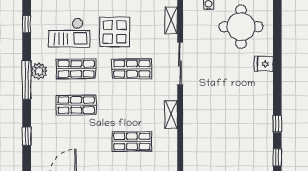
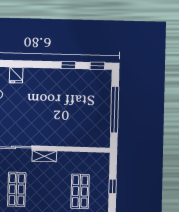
shelving: (171, 114) -> (44, 156), moved

